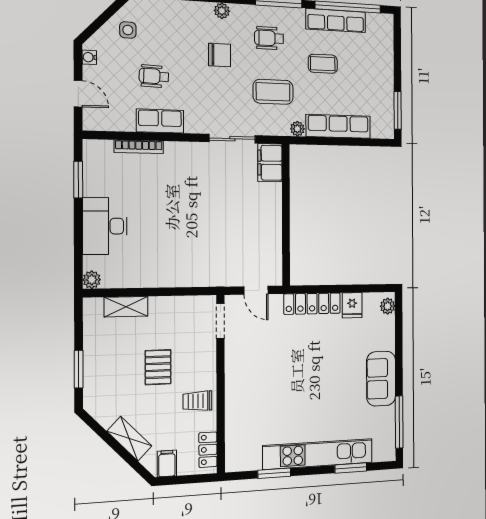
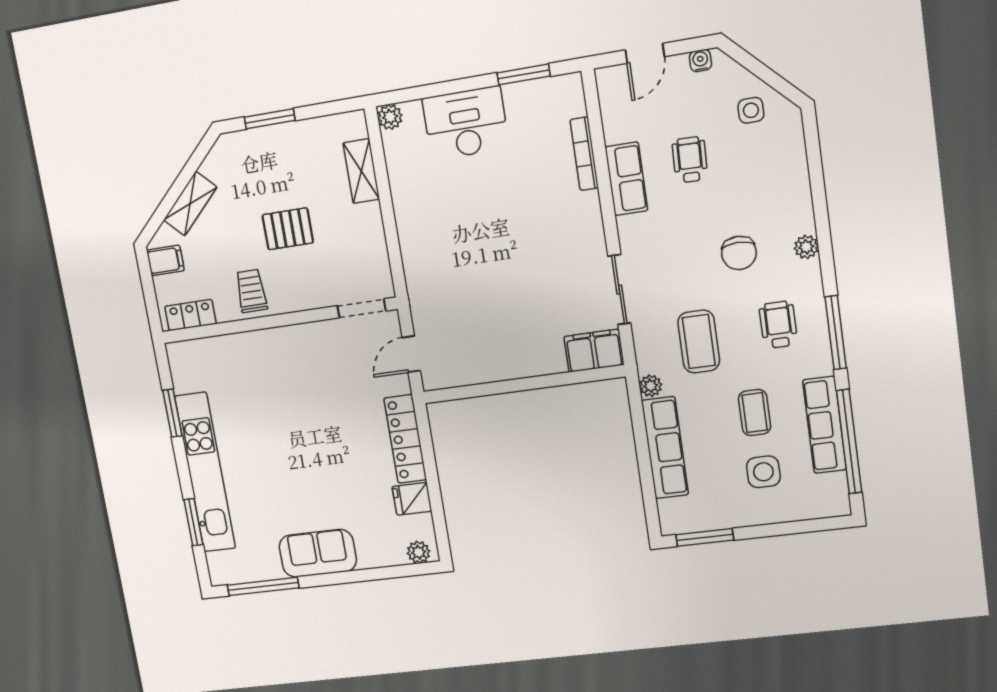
side table: (361, 65) -> (763, 472), added

